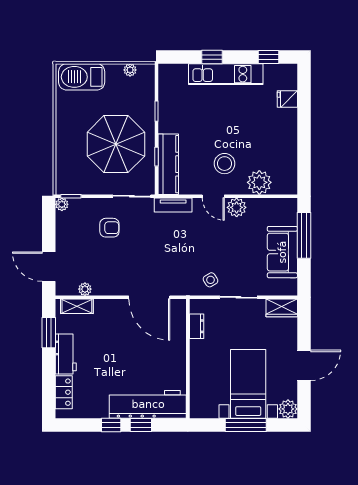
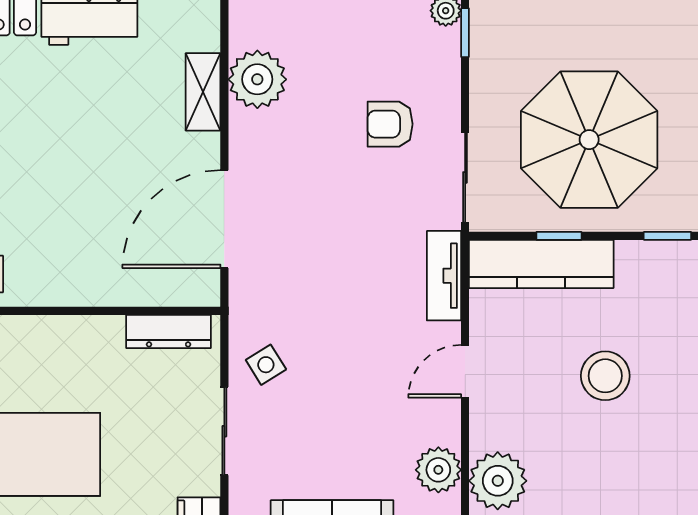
stool: (225, 164) -> (605, 376), moved
plant: (237, 207) -> (438, 470), moved
armchair: (109, 228) -> (390, 124), turned 90
plant: (85, 289) -> (257, 79), width x1.88, depth x1.88
shelving: (77, 306) -> (203, 92), moved
dresser: (197, 326) -> (169, 331), width x1.44

